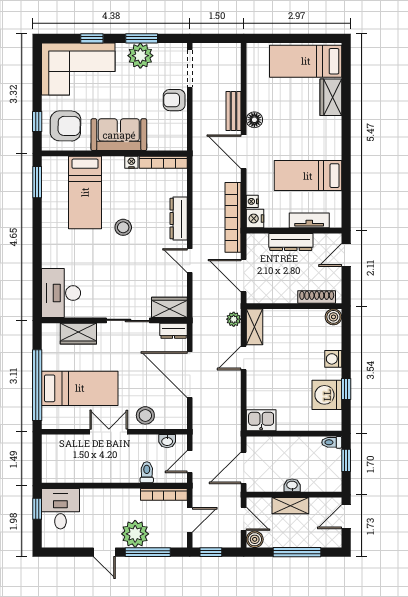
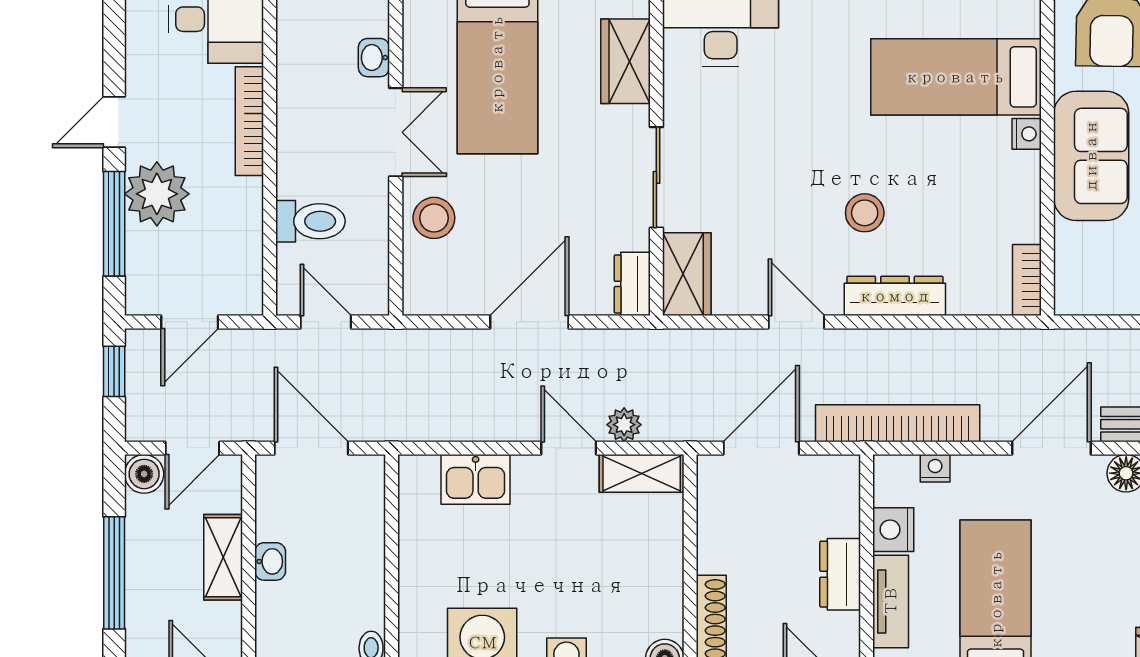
nightstand: (131, 162) -> (1027, 134), moved
bookcase: (163, 162) -> (1027, 280), width x0.64
nightstand: (255, 218) -> (893, 530), moved, turned -90
stool: (123, 227) -> (865, 213), moved
dresser: (291, 242) -> (840, 574), width x0.70
door: (190, 261) -> (796, 322), hinge flipped
plant: (234, 319) -> (624, 425), moved
door: (190, 375) -> (529, 322), width x0.73
kitchen sink: (261, 420) -> (476, 479), moved, turned 90
washbasin: (167, 441) -> (374, 58), moved
toilet: (147, 472) -> (310, 221), width x1.37, depth x1.39
bookcase: (164, 494) -> (249, 121), moved
door: (190, 520) -> (190, 322), hinge flipped

